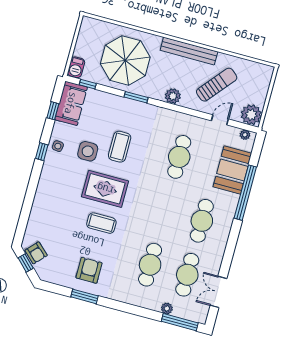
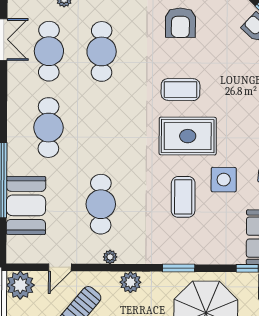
plant: (245, 135) -> (110, 257), moved

